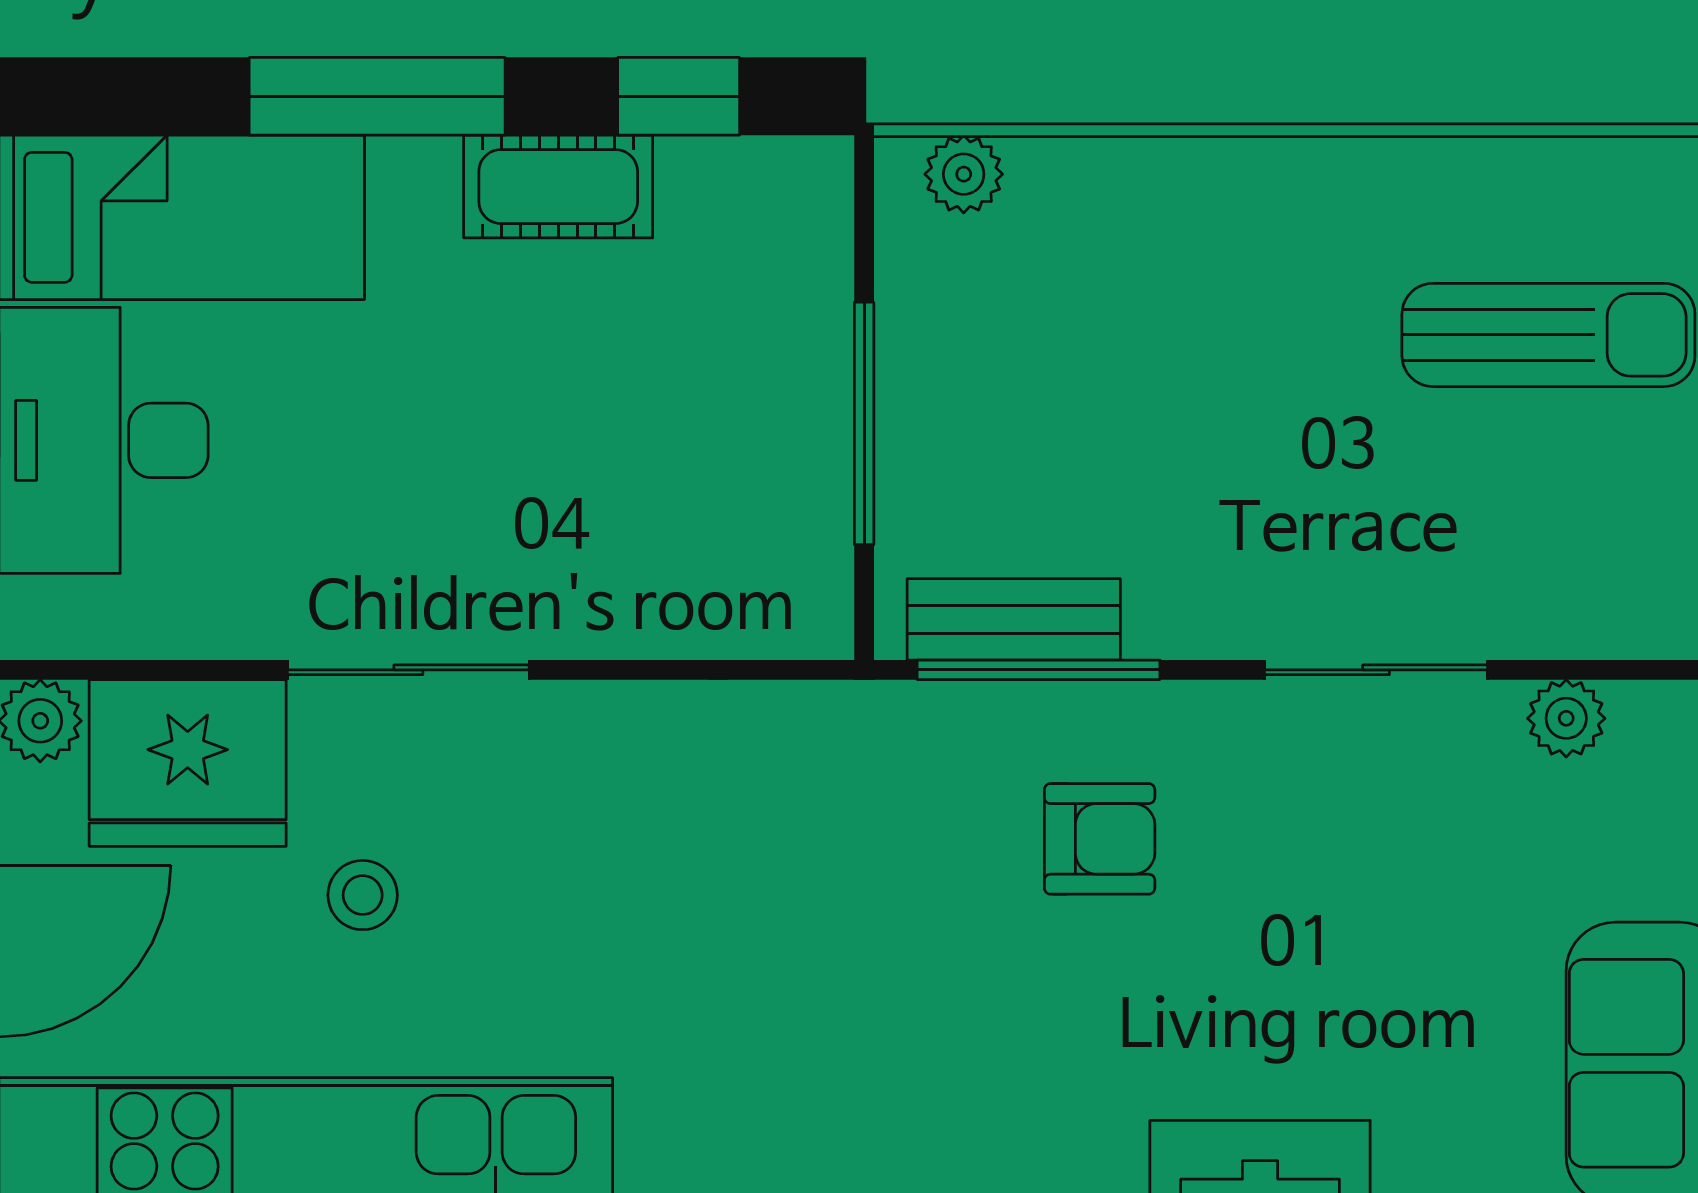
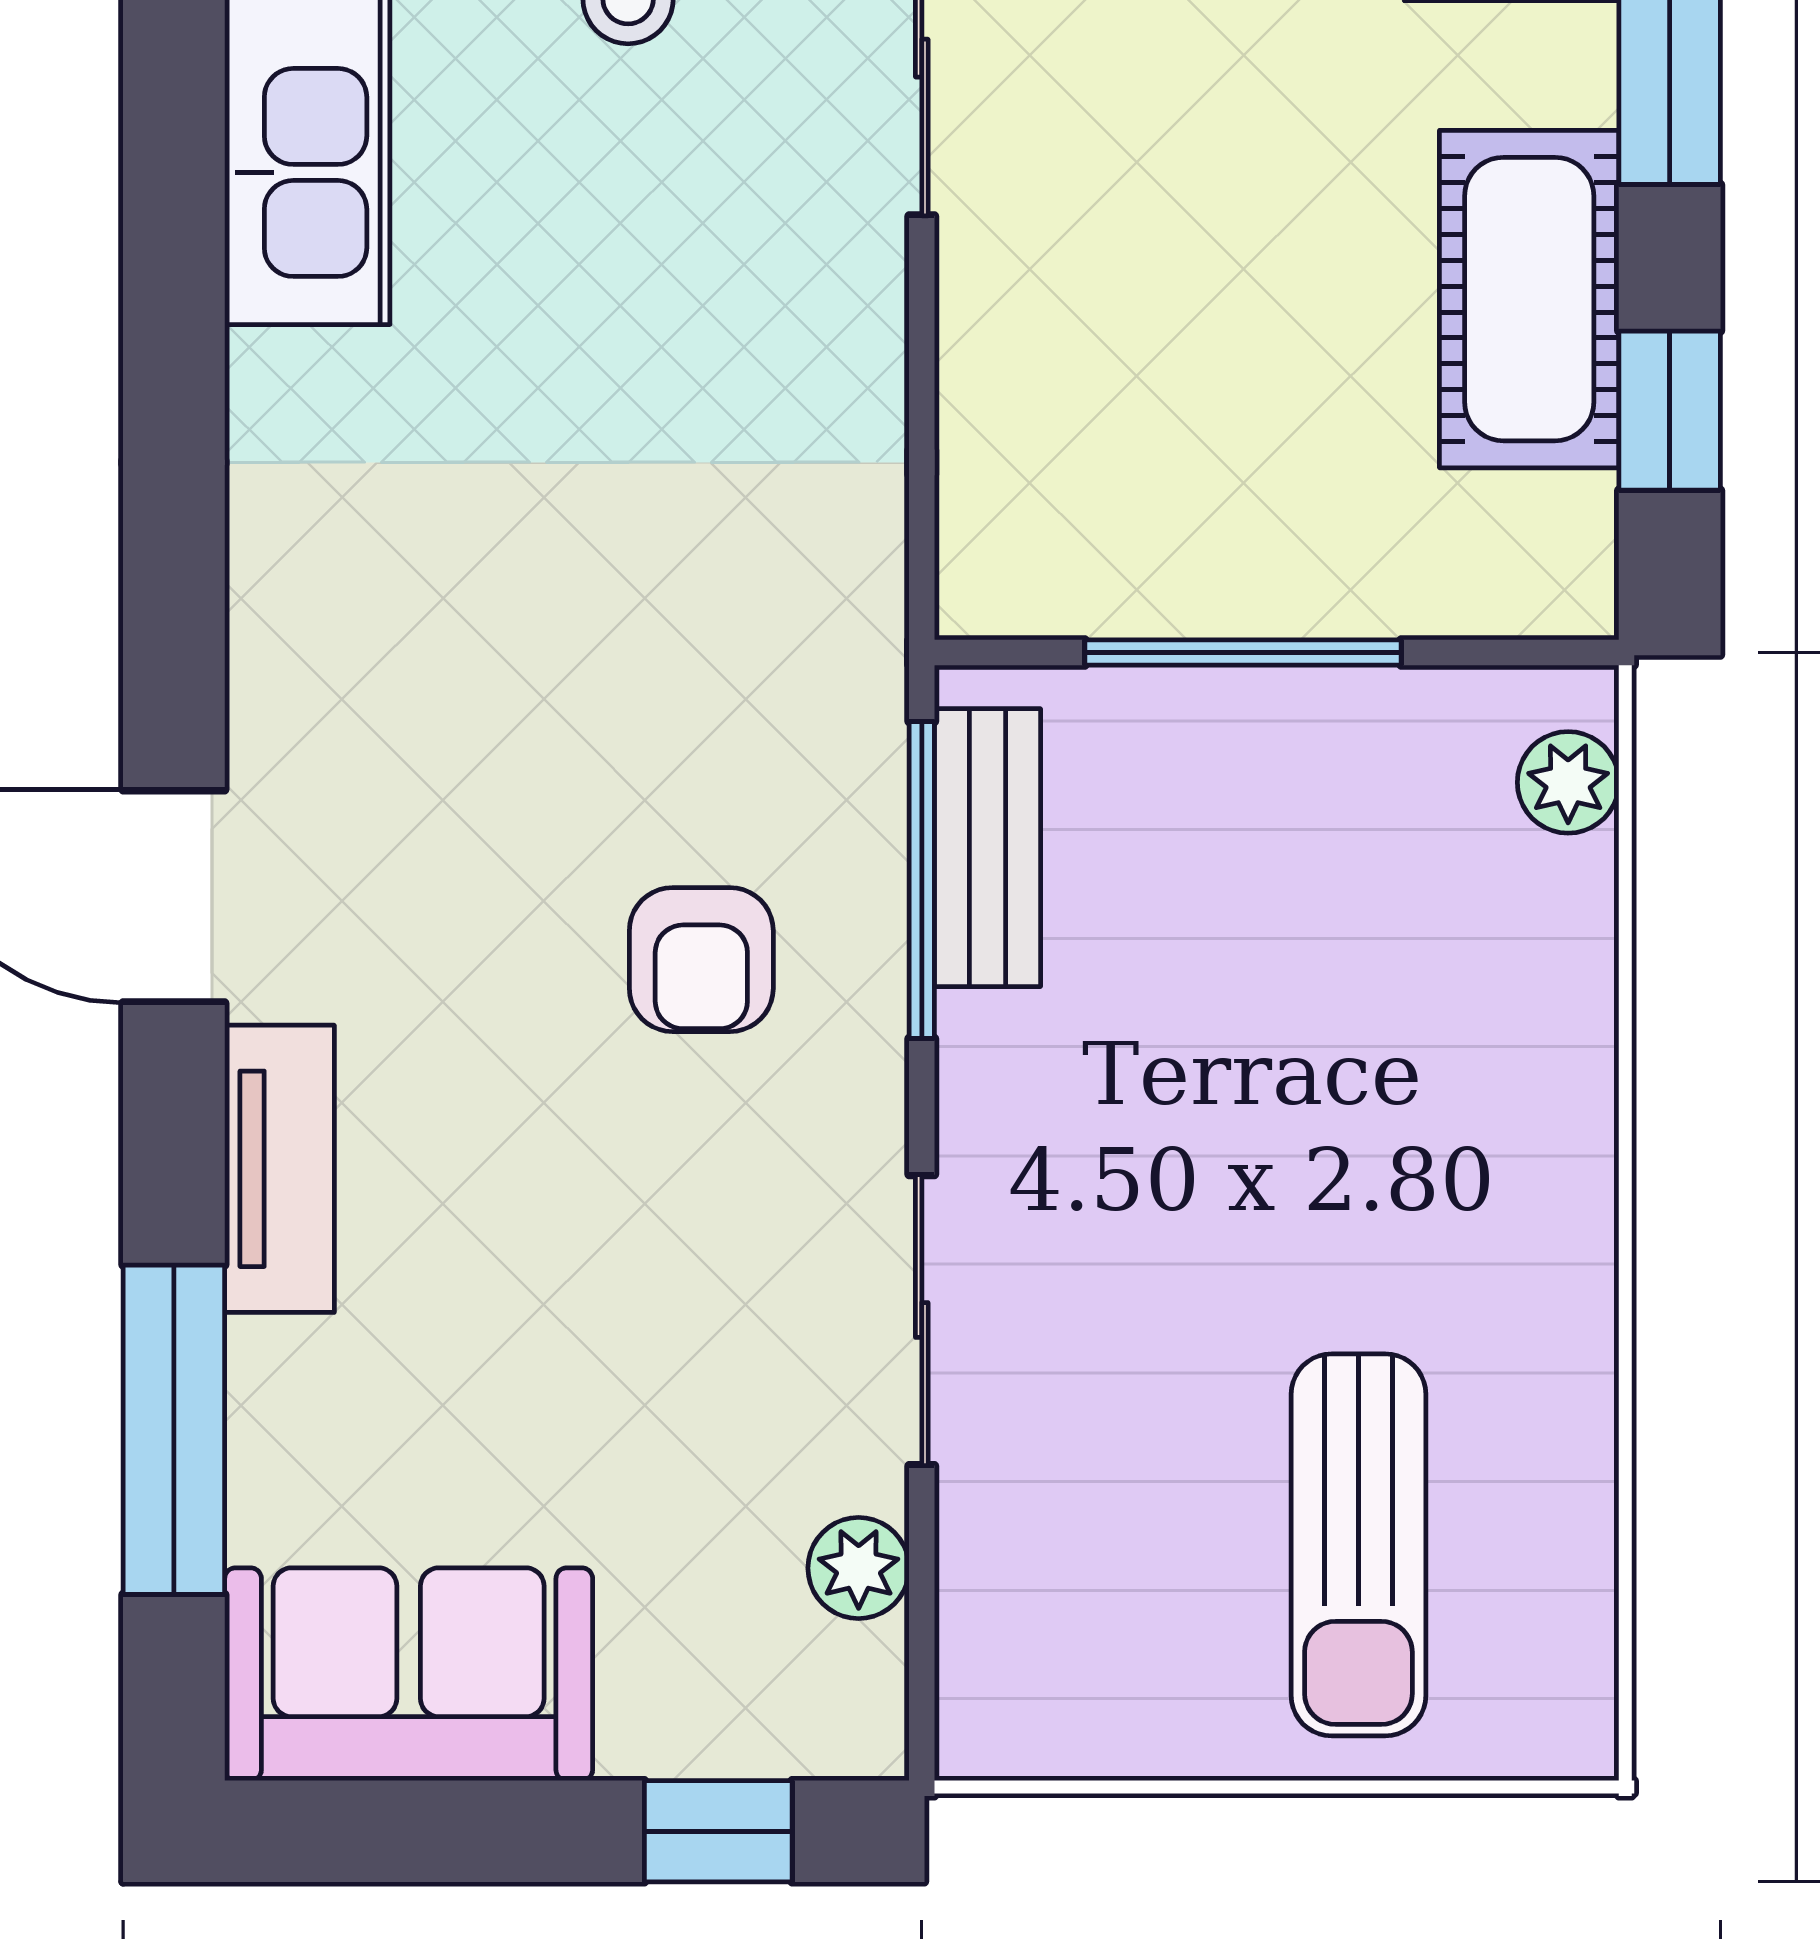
cot: (558, 187) -> (1529, 299), width x1.37, depth x1.34

